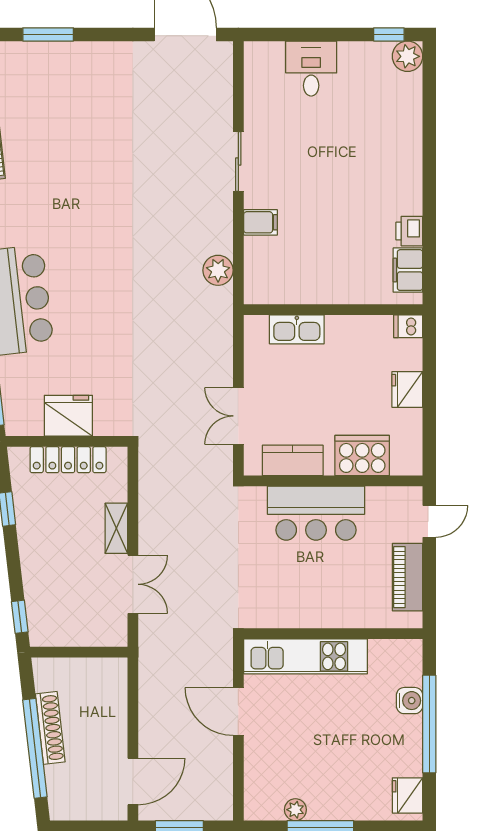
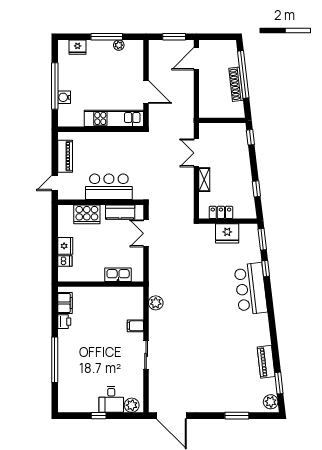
window: (389, 34) -> (99, 416), moved
plant: (407, 56) -> (132, 405), moved
window: (429, 151) -> (55, 360), added
dishwasher: (408, 326) -> (65, 261), moved
double door: (238, 416) -> (146, 233), swing flipped
locker: (68, 460) -> (221, 212), width x0.66
fridge: (408, 795) -> (78, 47), moved, turned 90

